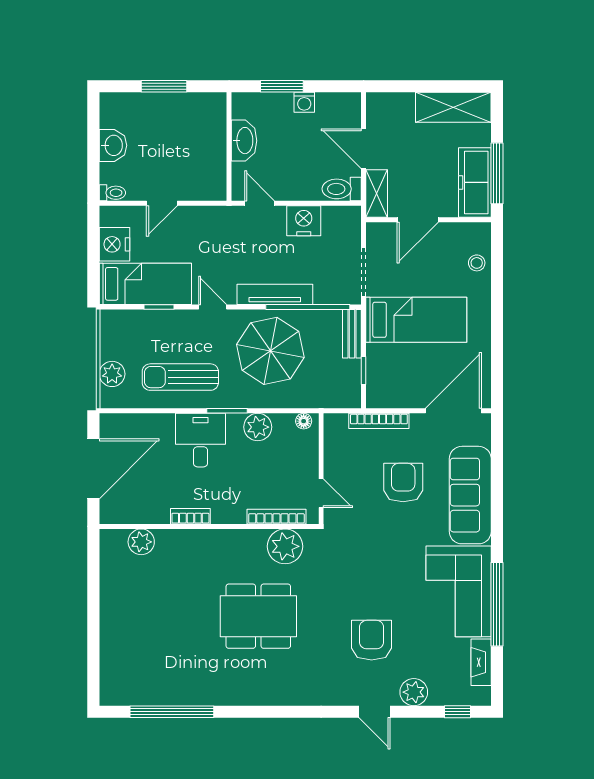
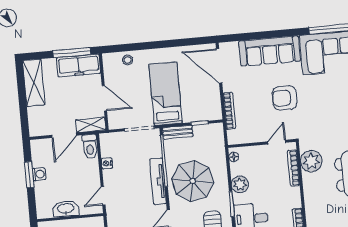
window: (282, 86) -> (29, 175), moved
nightstand: (304, 221) -> (107, 163), width x0.53, depth x0.56
armchair: (403, 483) -> (285, 98), moved

